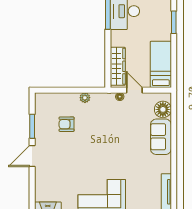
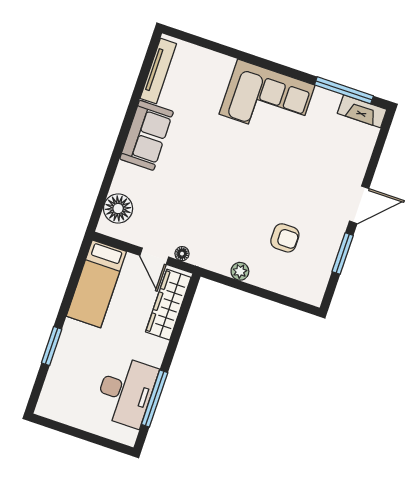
sofa: (161, 137) -> (147, 135), moved

